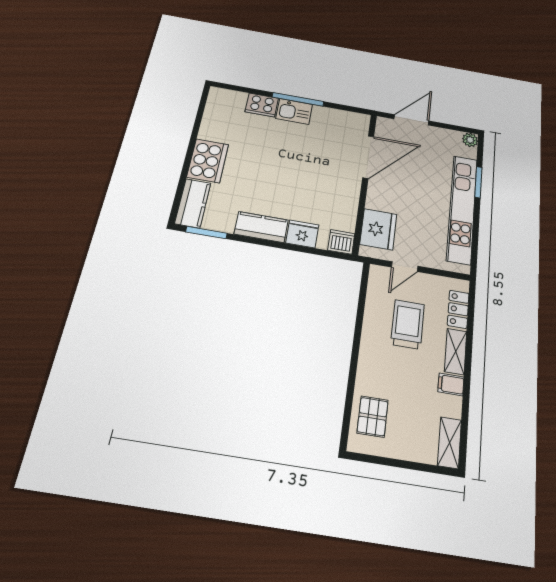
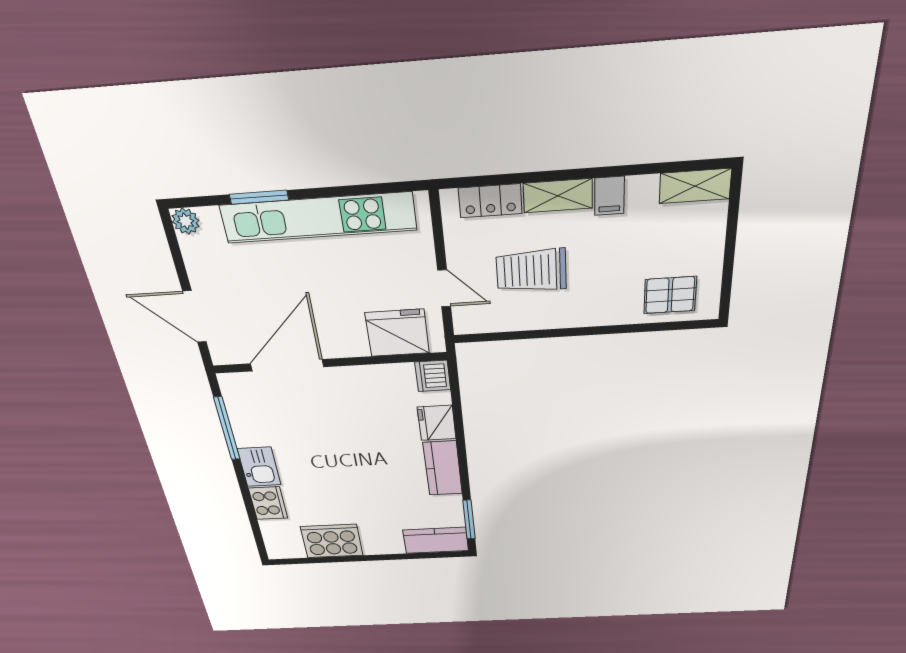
window: (298, 99) -> (227, 429), moved
door: (368, 157) -> (287, 365), hinge flipped
cooker: (208, 161) -> (332, 541), moved

